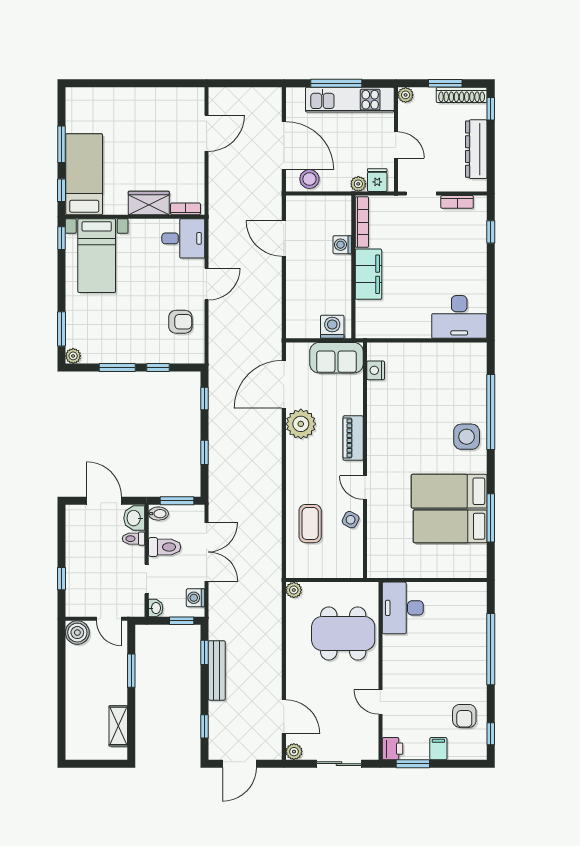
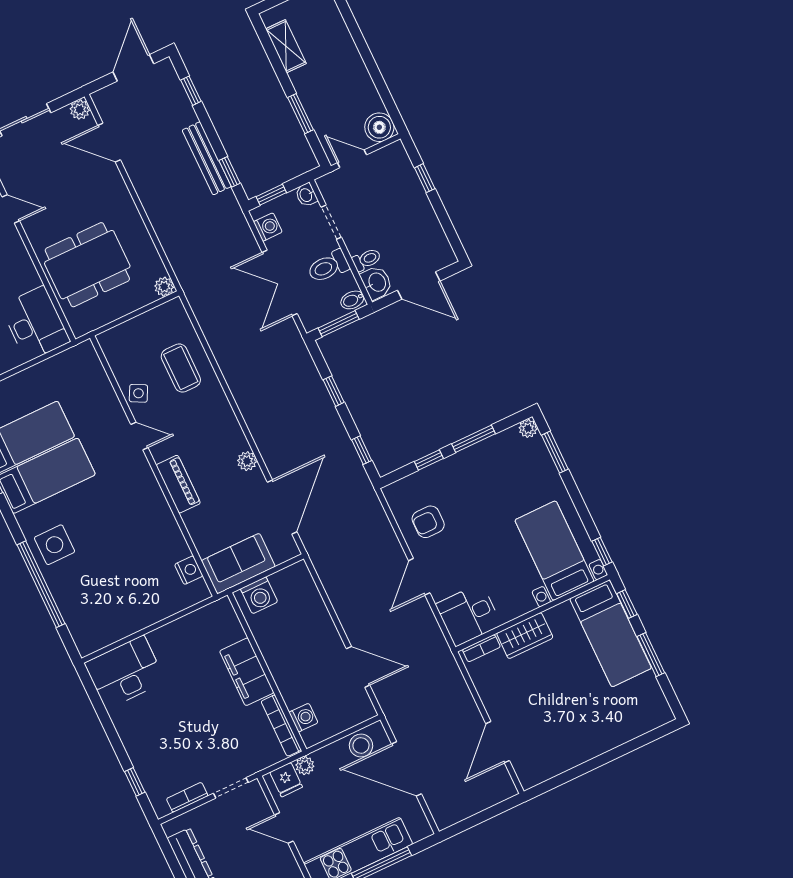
washing machine: (342, 245) -> (304, 718), moved
plant: (301, 424) -> (247, 461), width x0.53, depth x0.53

